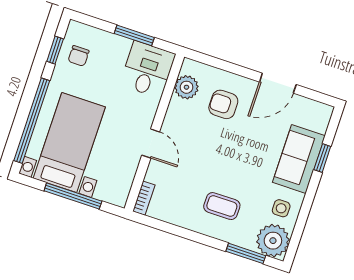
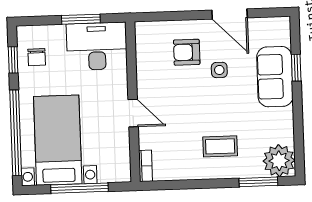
desk: (148, 69) -> (97, 46), width x1.37
door: (278, 83) -> (230, 14), hinge flipped
plant: (186, 87) -> (147, 49), removed
side table: (281, 208) -> (219, 70), moved

